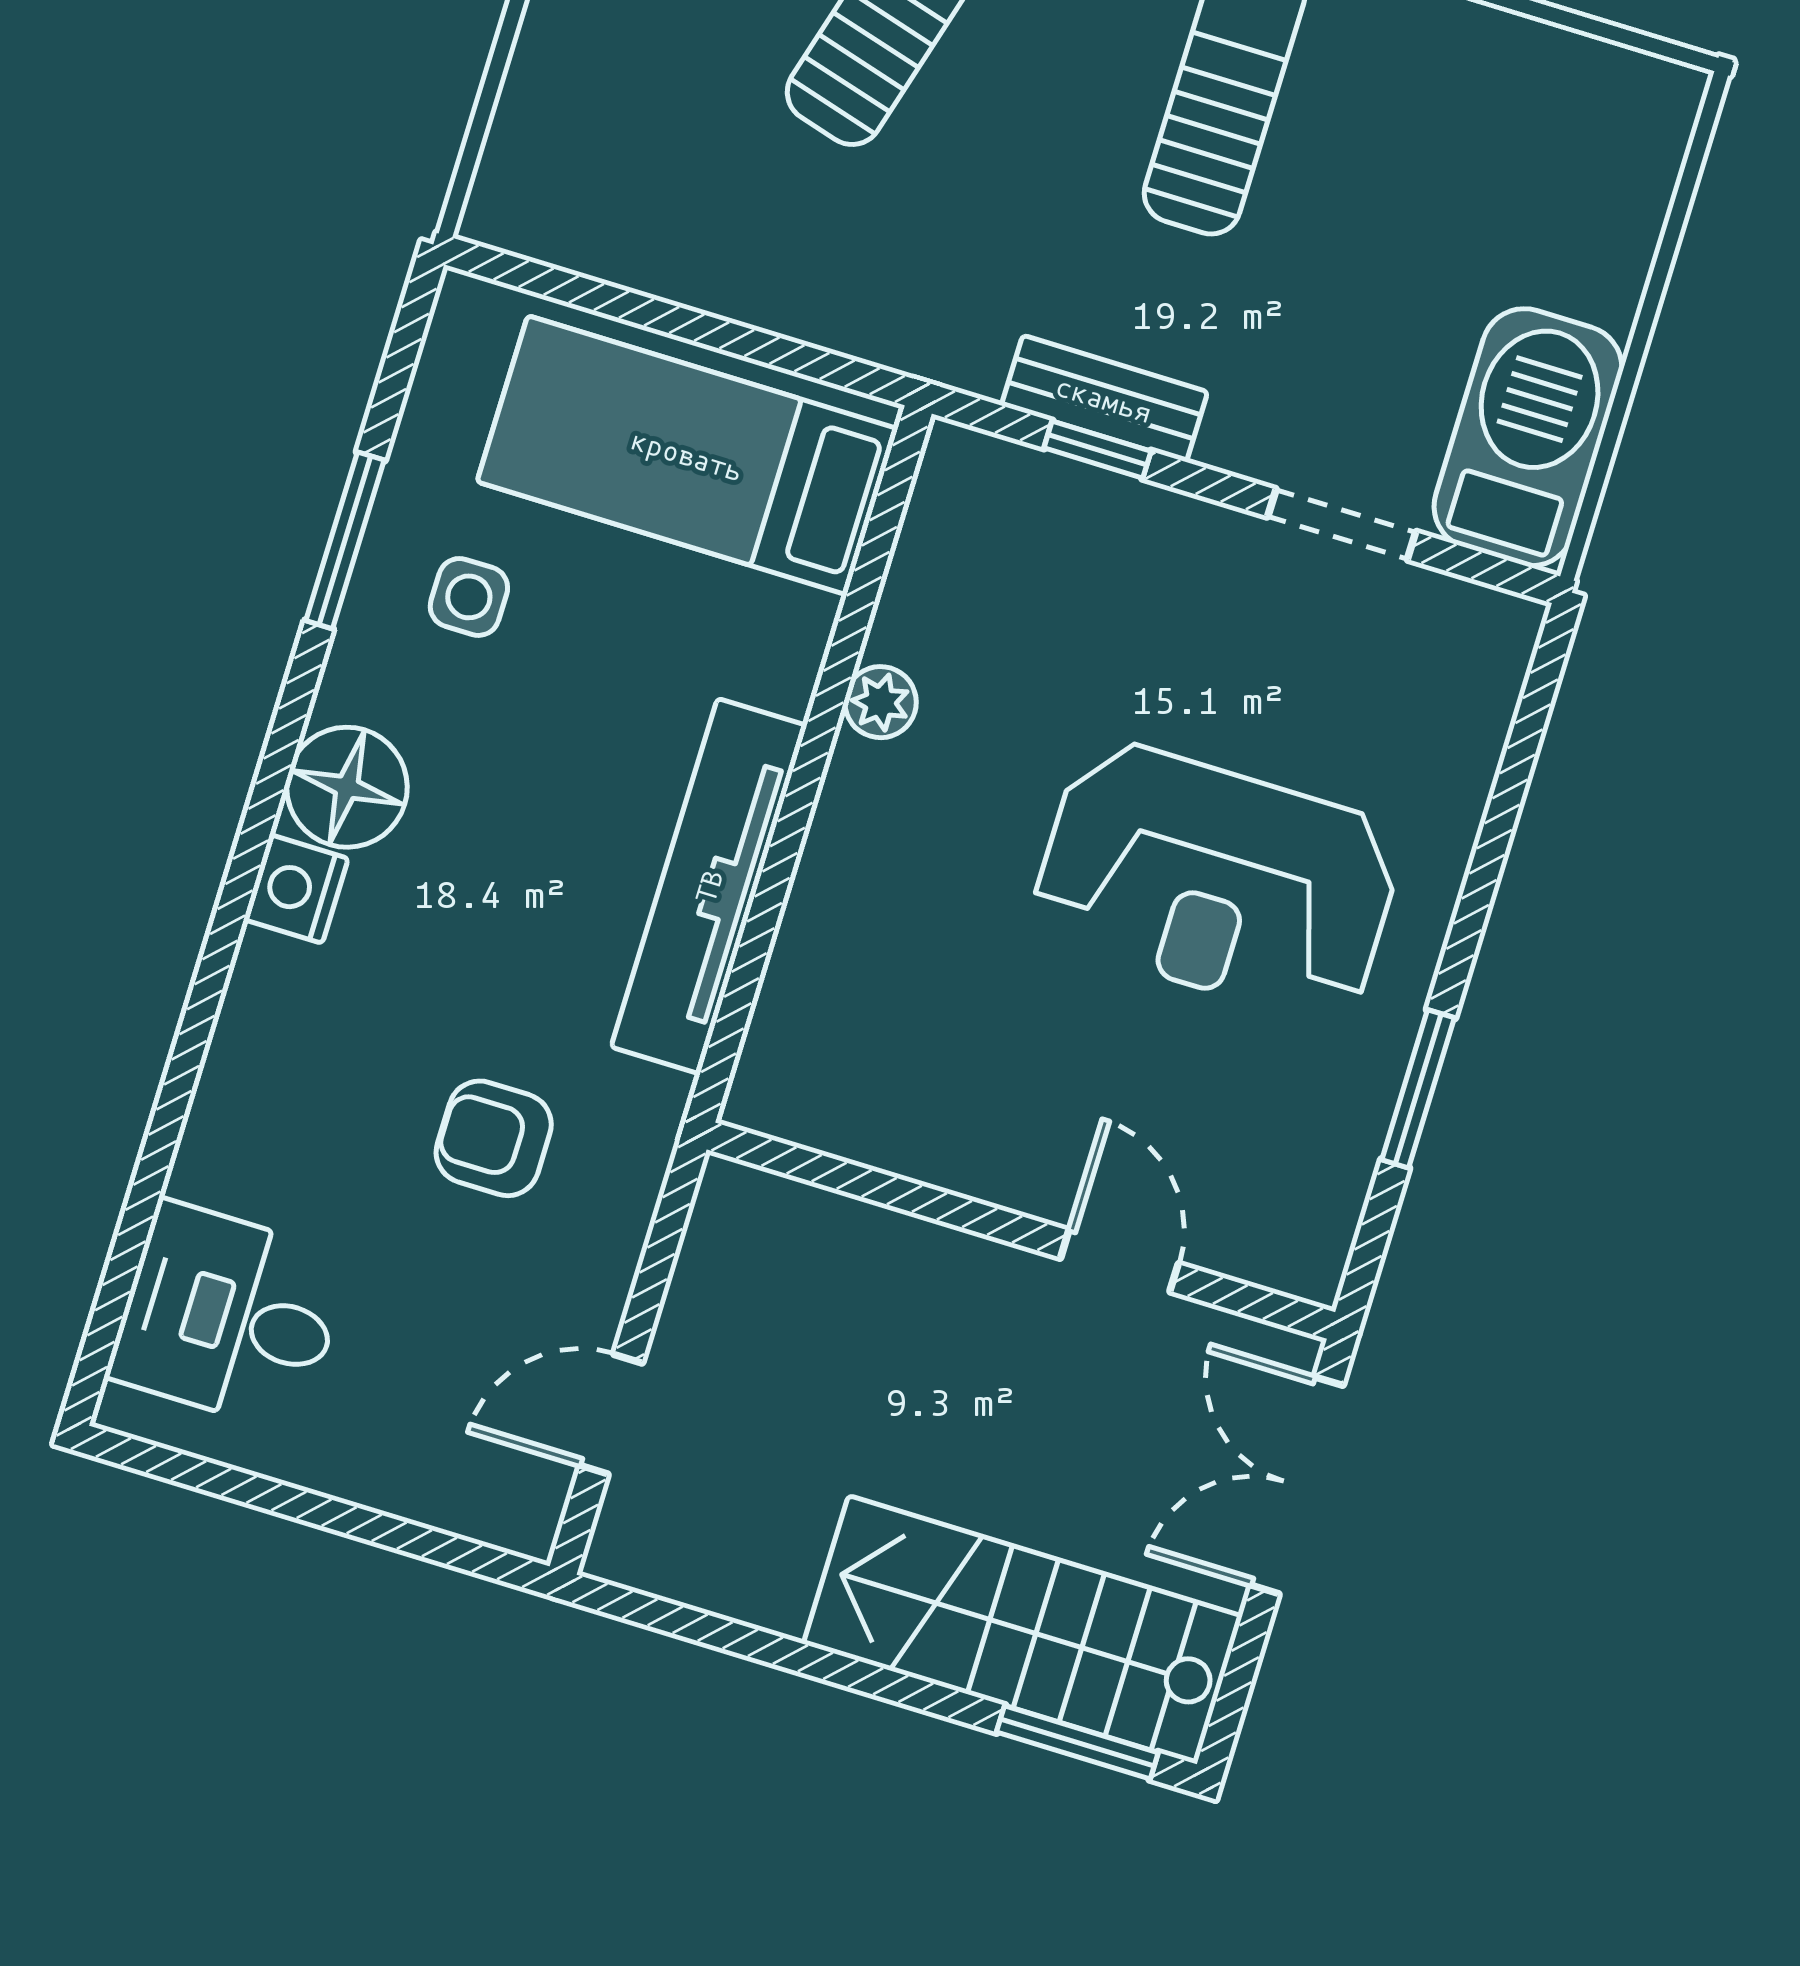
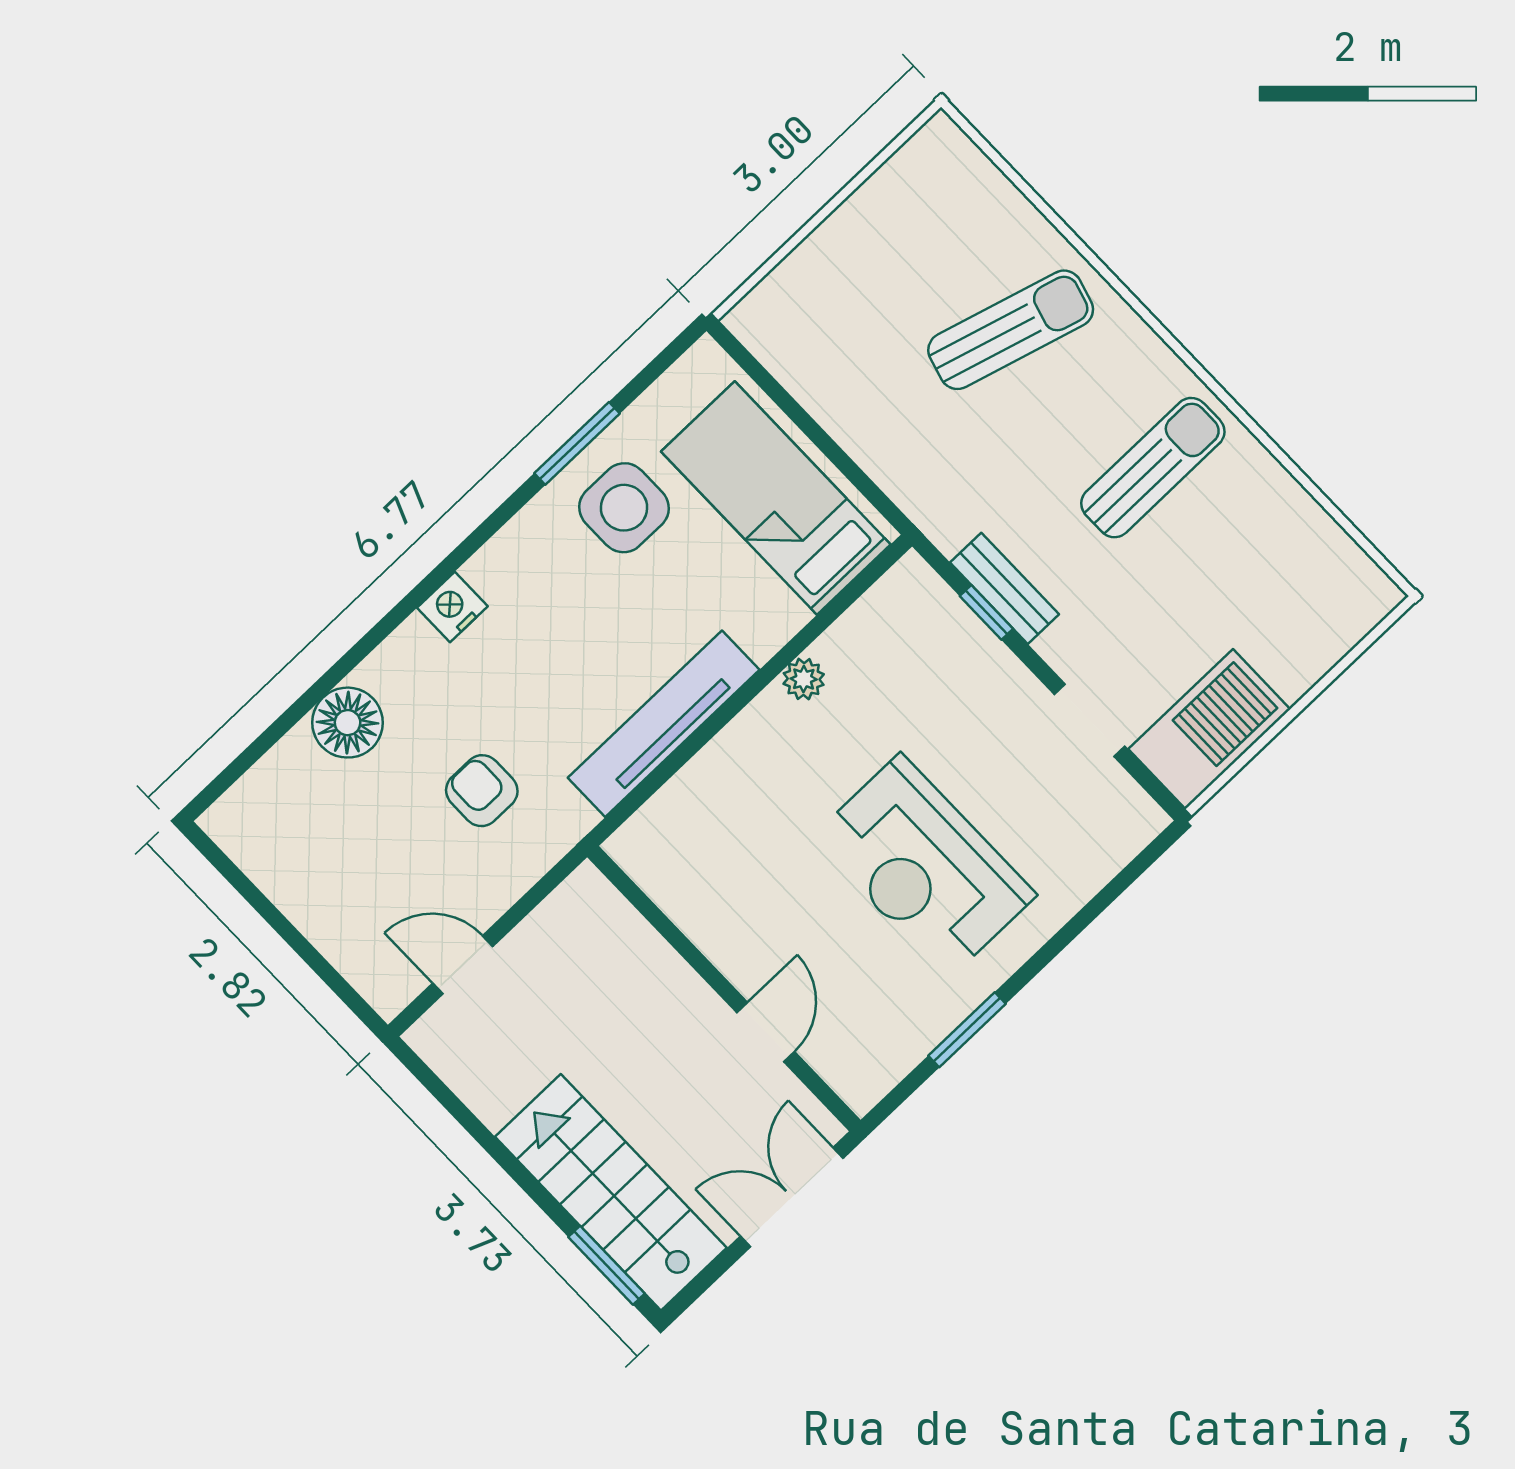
side table: (469, 597) -> (624, 508), width x1.87, depth x1.87
floor lamp: (347, 787) -> (348, 723), moved
desk: (229, 1317) -> (296, 806), removed

